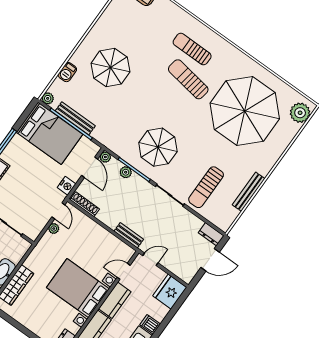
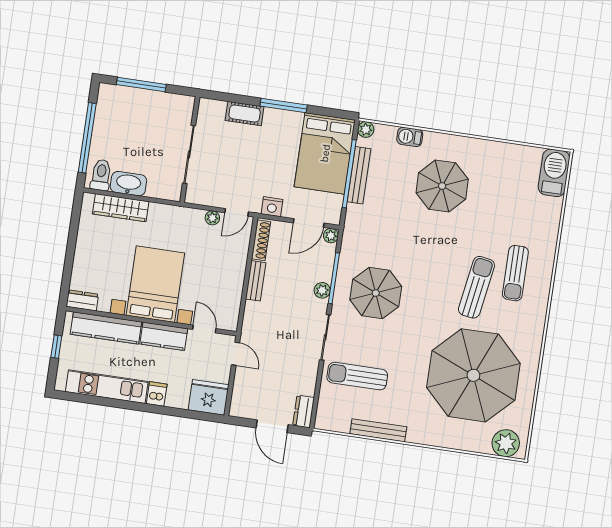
sun lounger: (192, 49) -> (515, 273), turned 180
plant: (126, 172) -> (322, 290), moved
bench: (129, 235) -> (256, 281), moved

